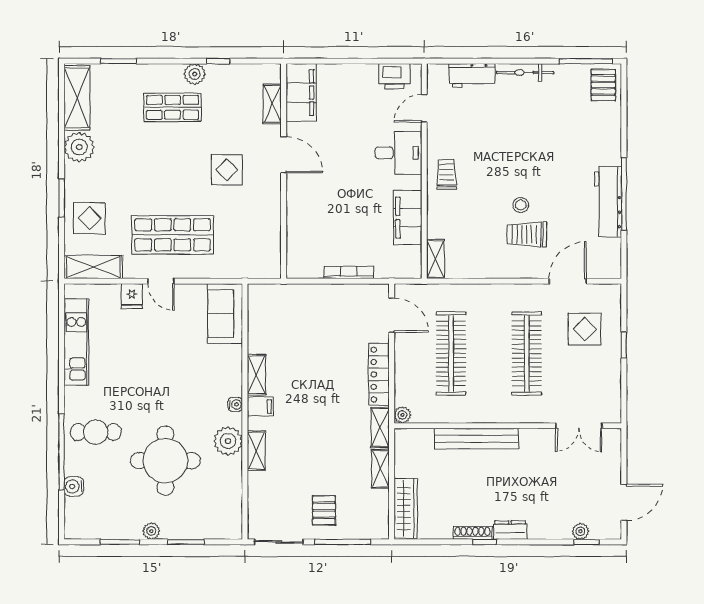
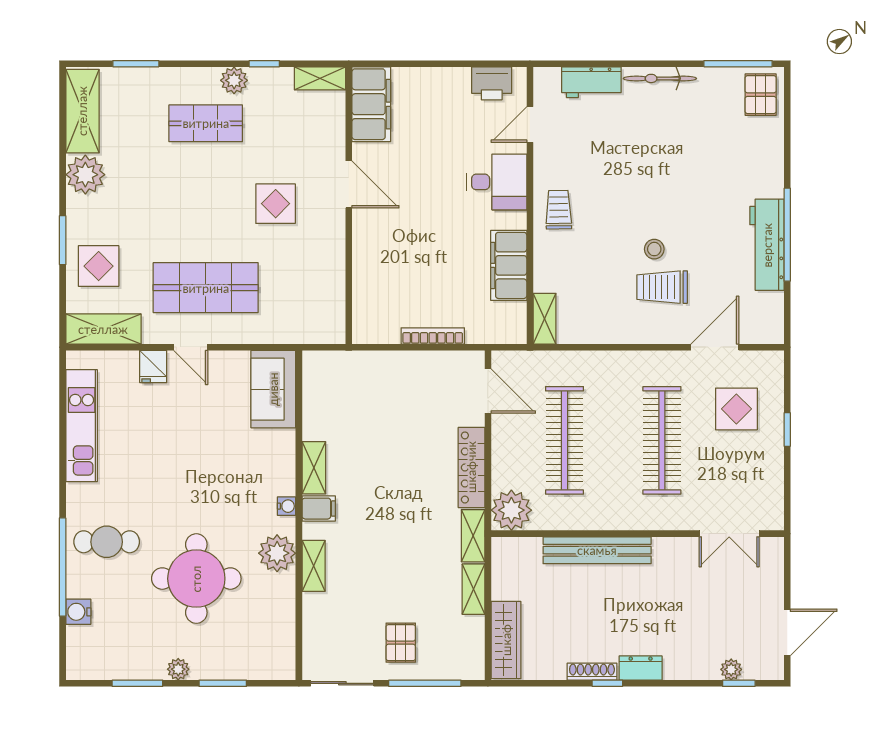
shelving: (272, 104) -> (320, 78), moved, turned 90
plant: (402, 415) -> (511, 510), width x1.87, depth x1.87

